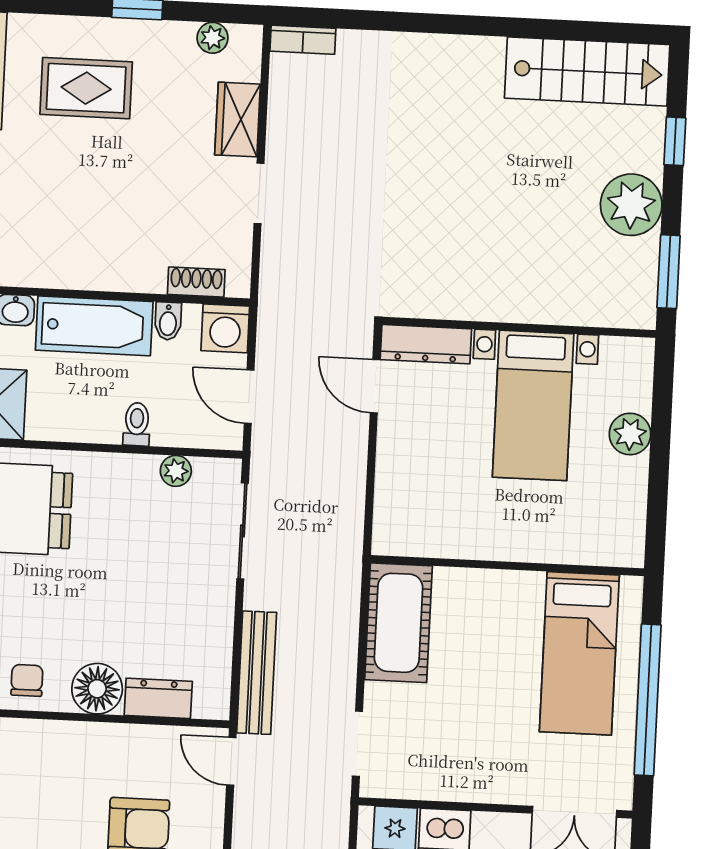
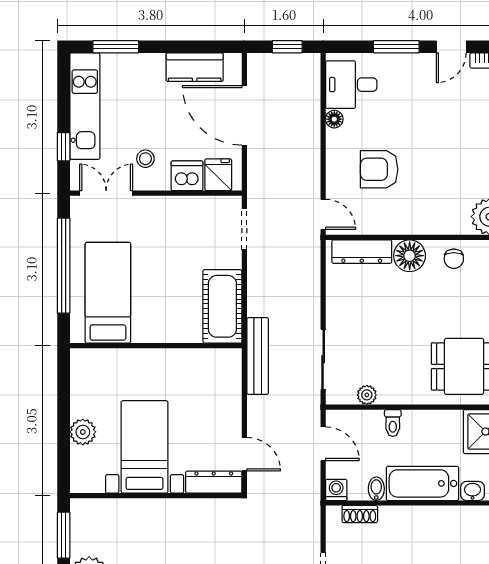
washing machine: (225, 328) -> (336, 490), width x0.73, depth x0.73
bench: (257, 673) -> (258, 356), moved
dresser: (158, 698) -> (362, 252), width x1.44

